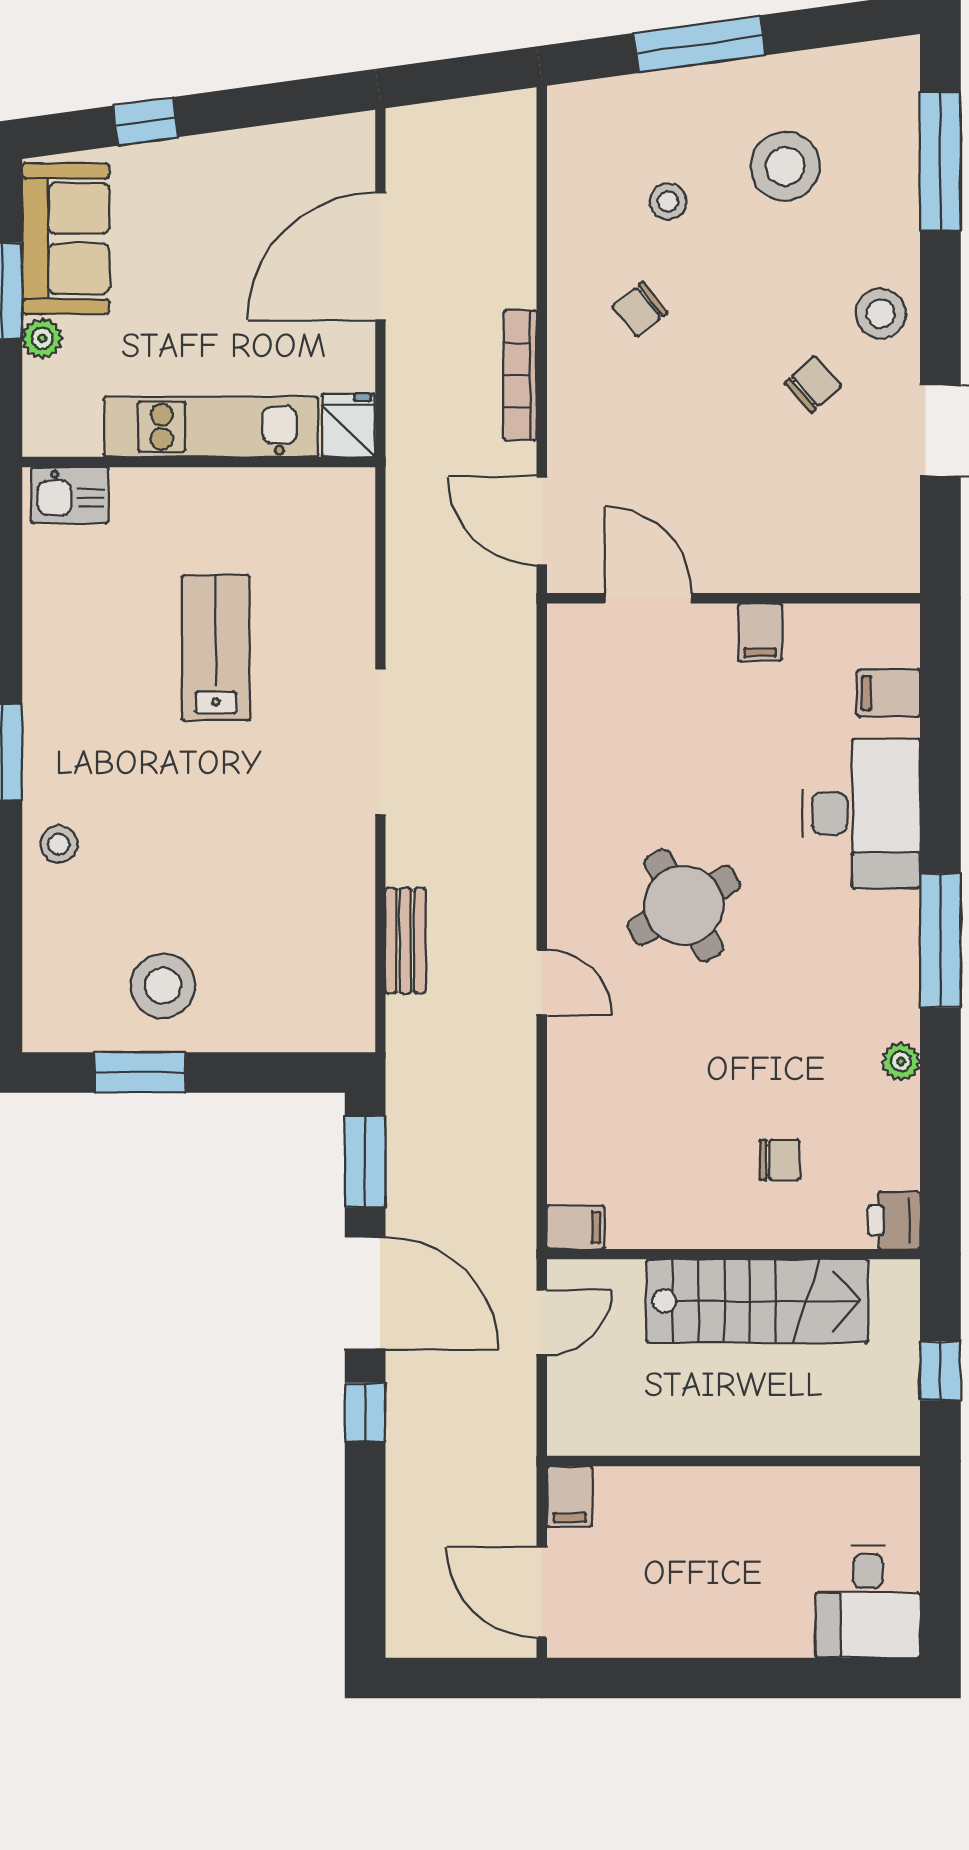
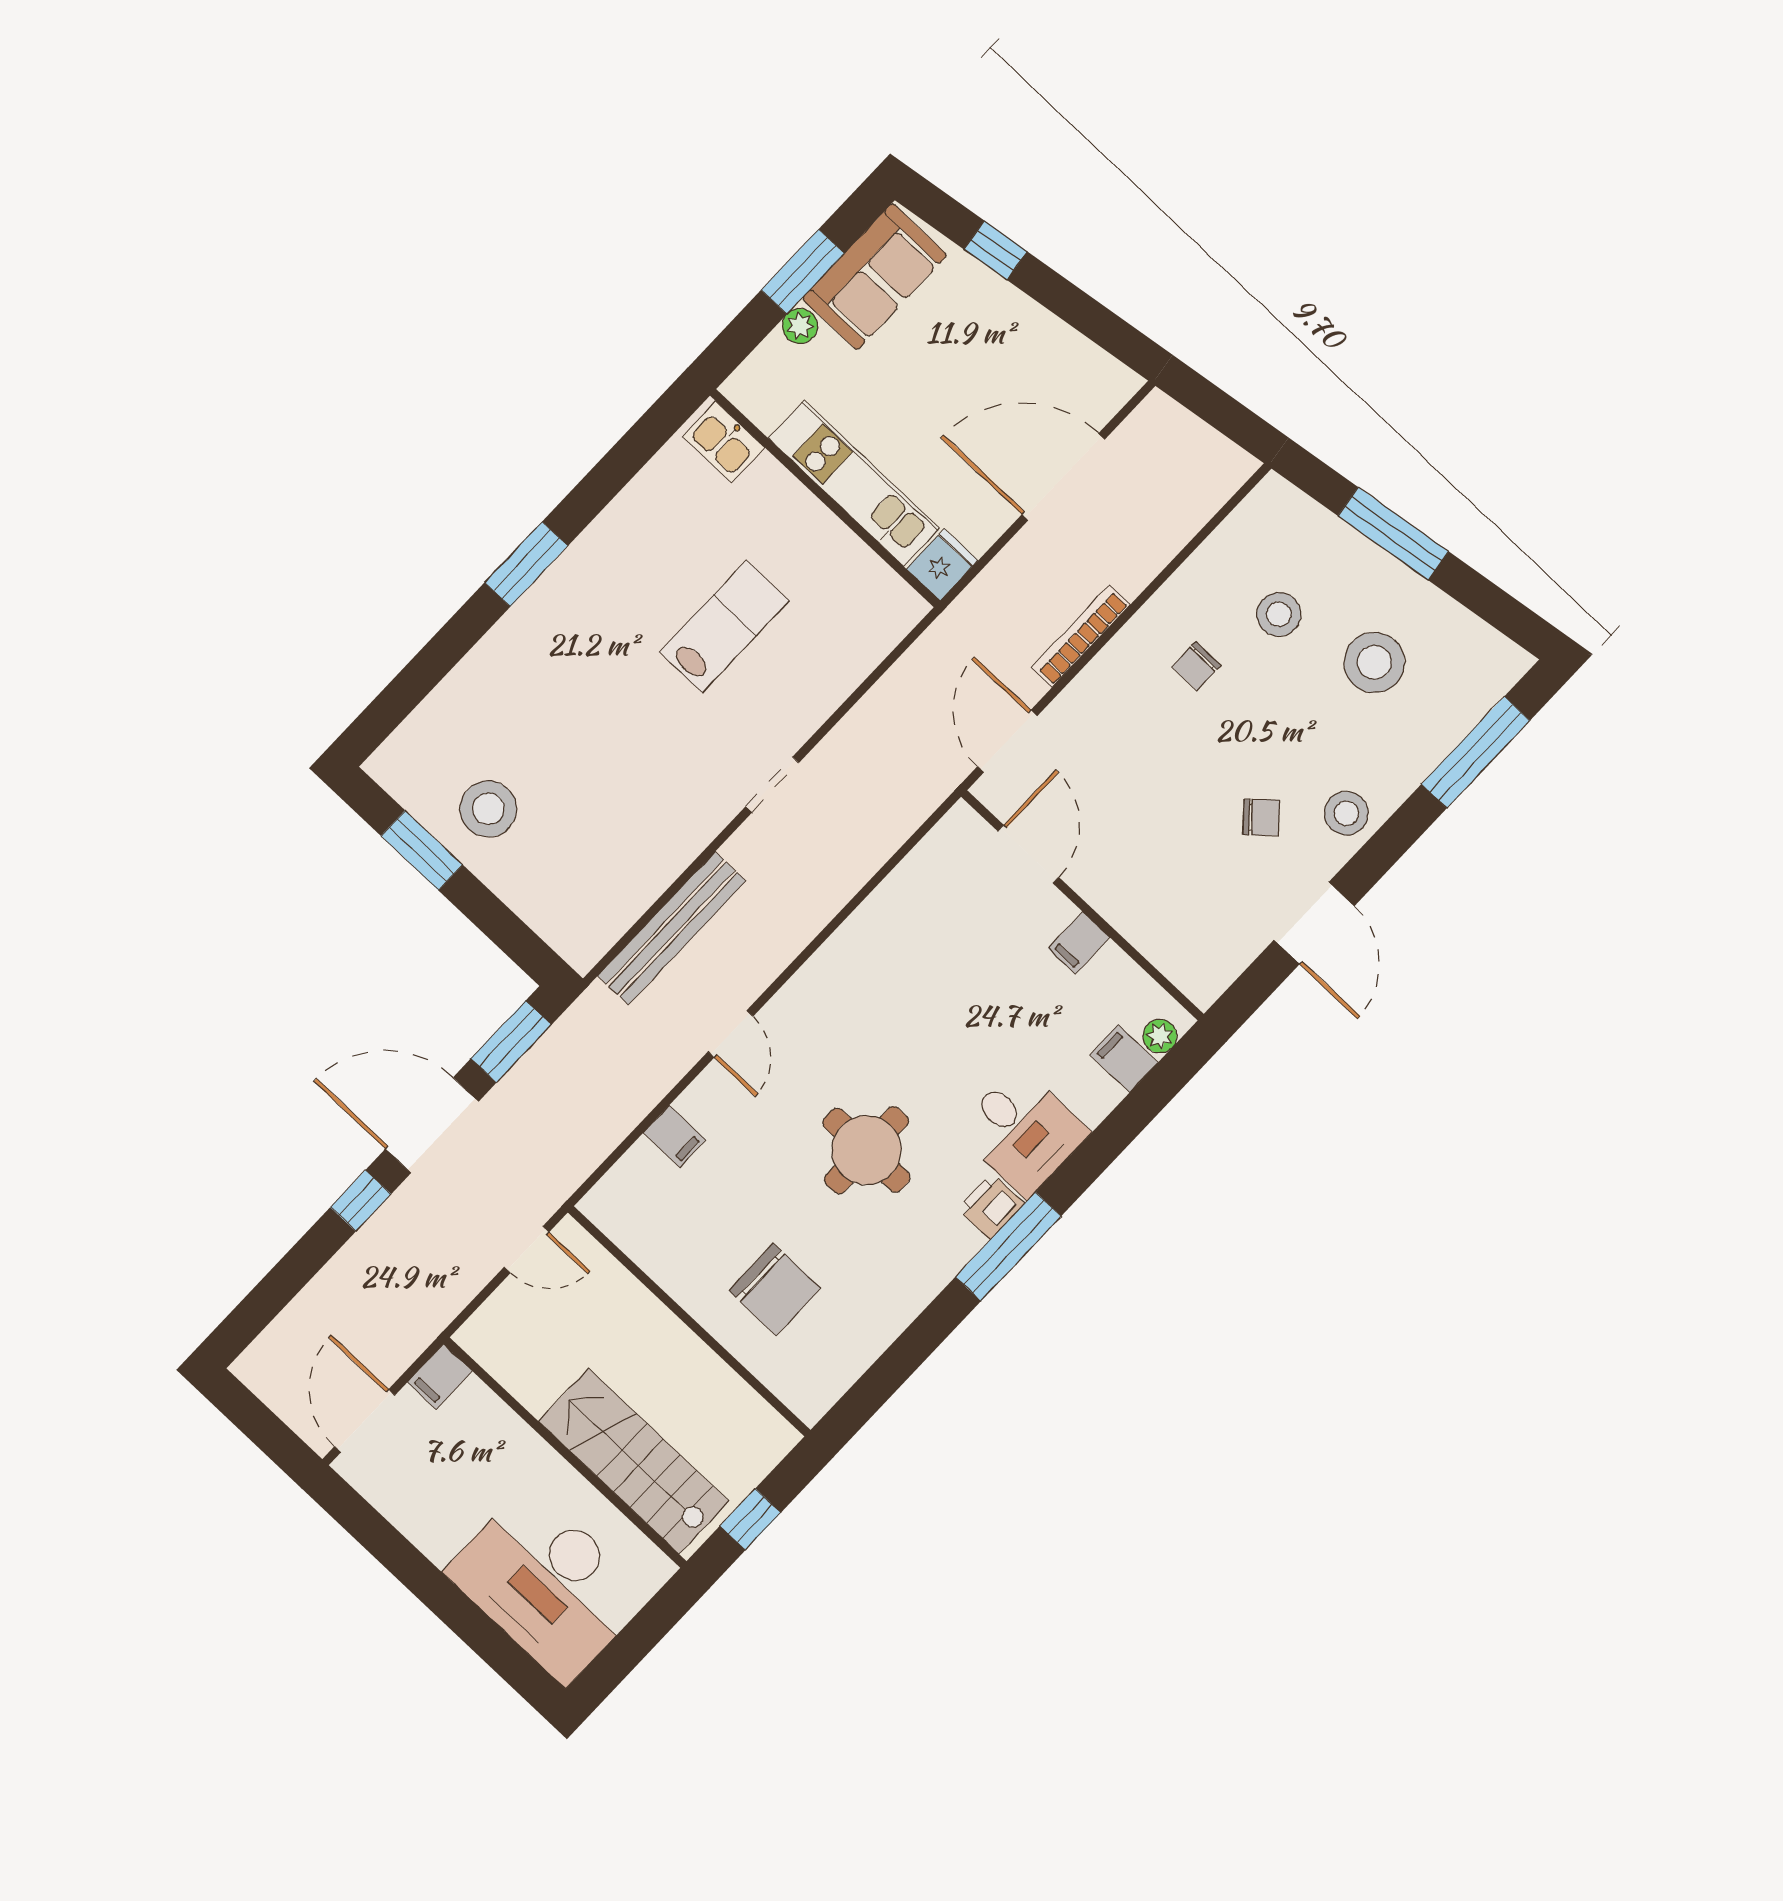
stool: (668, 201) -> (1279, 614), width x1.37, depth x1.37
chair: (640, 309) -> (1196, 666), turned -52
doorway: (380, 742) -> (772, 785), width x0.53
desk: (861, 813) -> (1022, 1131), width x0.73
stool: (59, 844) -> (507, 657), removed
round table: (684, 905) -> (866, 1150), moved, turned 30
bench: (405, 941) -> (672, 928), width x1.86, depth x1.21
plant: (901, 1061) -> (1160, 1036), moved
chair: (780, 1160) -> (775, 1289), width x1.87, depth x1.87
printer: (894, 1220) -> (991, 1206), moved
filing cabinet: (576, 1227) -> (674, 1136), moved
door: (365, 1293) -> (432, 1125), swing flipped
stairs: (757, 1301) -> (634, 1461), moved, turned 180
desk: (868, 1601) -> (547, 1584), width x1.87, depth x1.30

